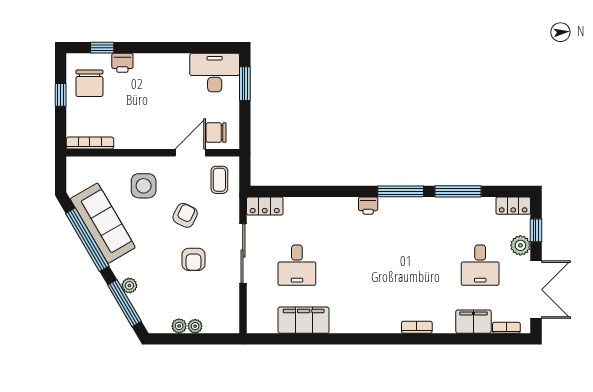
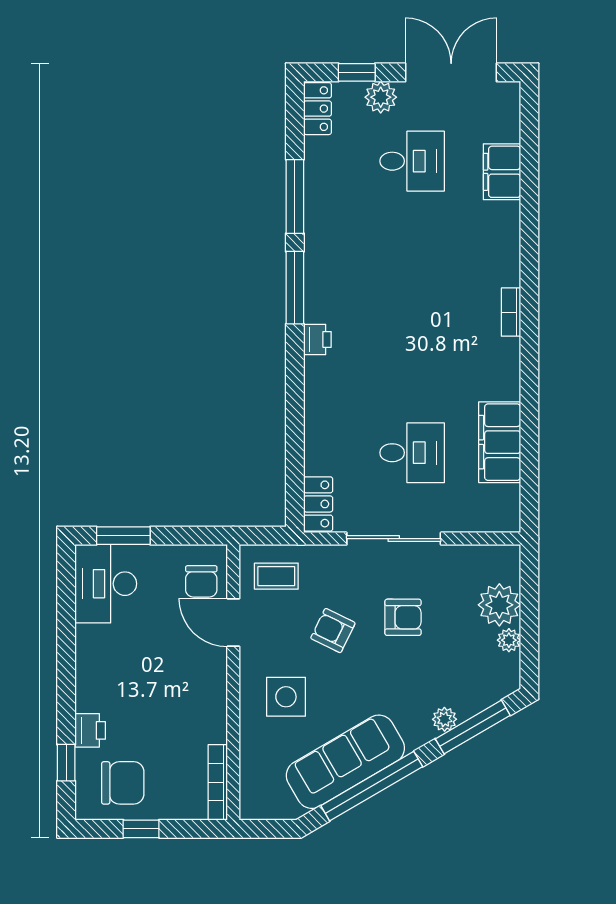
plant: (195, 326) -> (499, 605), width x1.88, depth x1.88
bookcase: (417, 327) -> (511, 312), moved
bookcase: (506, 328) -> (512, 120), removed

